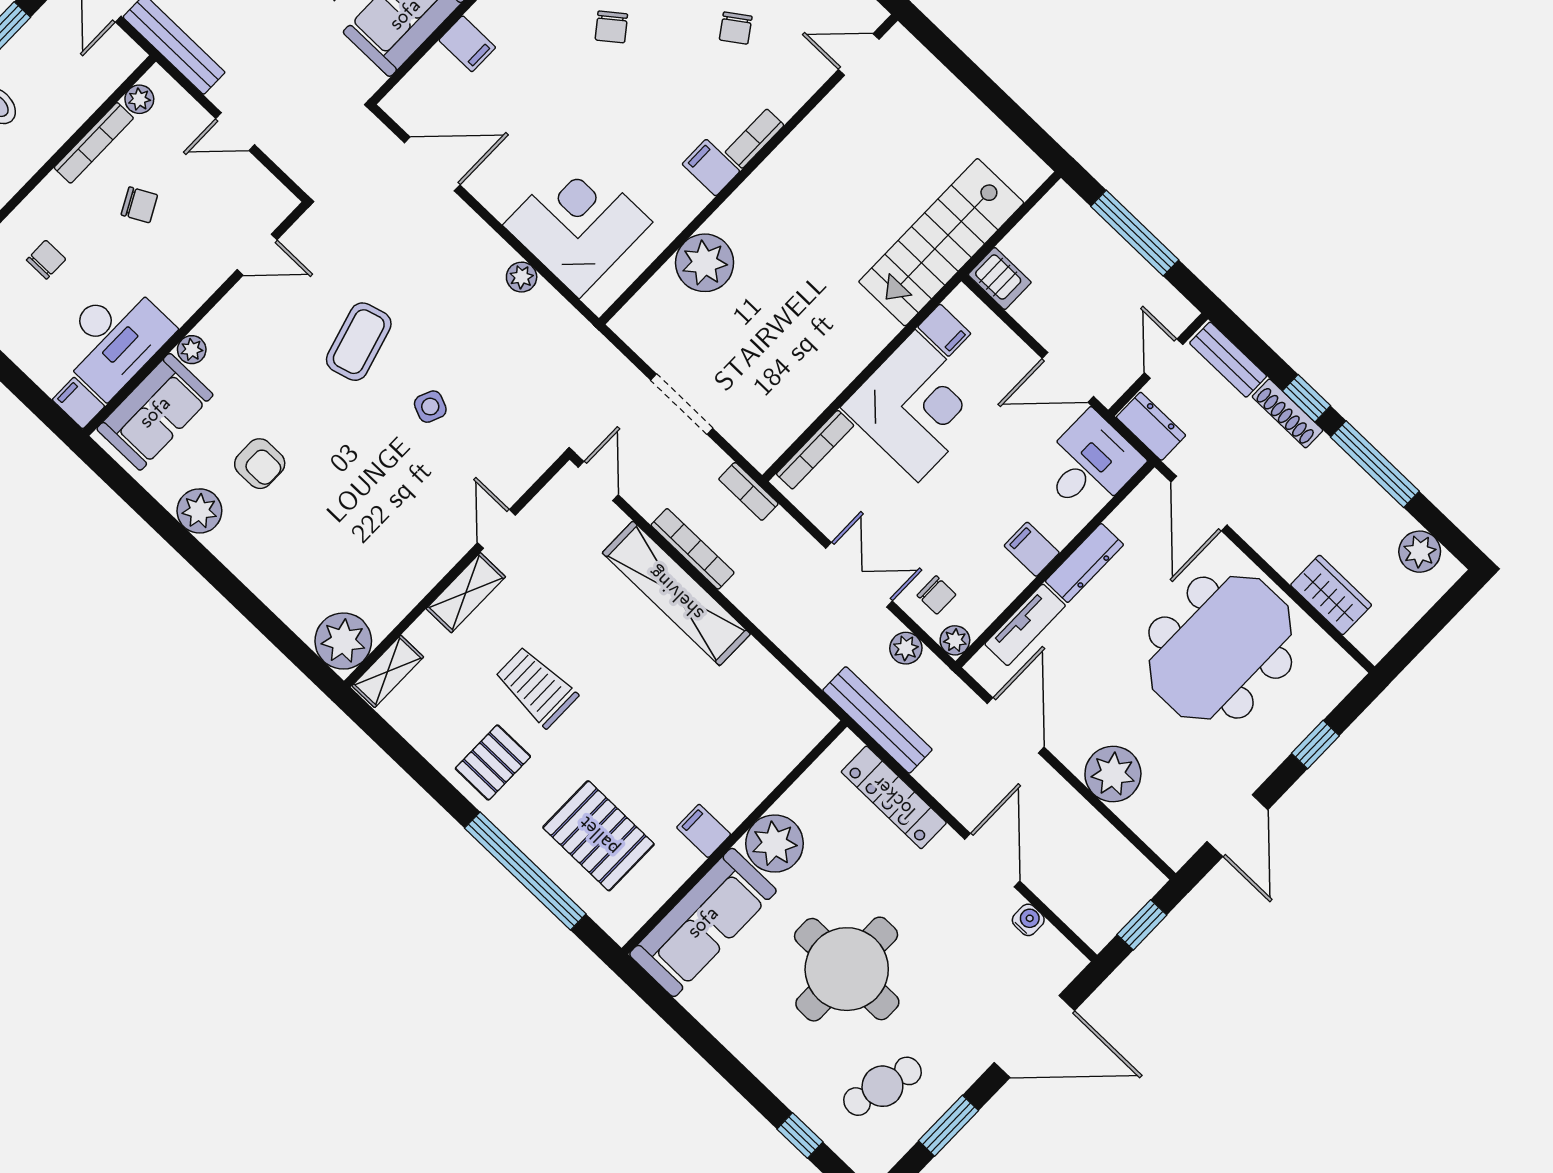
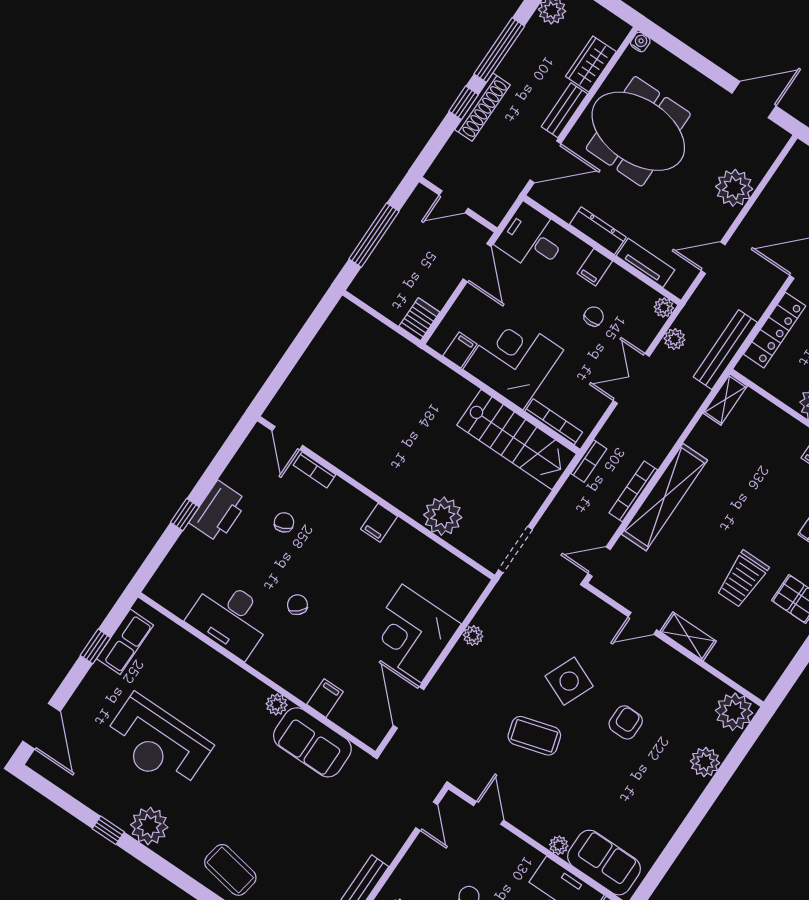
chair: (611, 27) -> (297, 605), turned -96
chair: (736, 28) -> (284, 522), turned -79
door: (235, 132) -> (427, 816), moved
bookcase: (755, 139) -> (314, 470), moved
corner desk: (578, 224) -> (412, 634), moved
stairs: (941, 242) -> (517, 440), moved
bench: (1228, 360) -> (564, 110), moved
doorway: (682, 404) -> (515, 550), moved
side table: (430, 407) -> (569, 681), width x1.87, depth x1.87
shoe rack: (1287, 413) -> (483, 107), width x1.36, depth x1.24
dresser: (1151, 426) -> (500, 202), removed
armchair: (260, 464) -> (626, 722), moved
plant: (199, 511) -> (705, 762), moved
chair: (936, 595) -> (594, 316), moved
shelving: (388, 671) -> (725, 400), moved, turned 90
water cooler: (1351, 673) -> (640, 42), added
door: (1016, 725) -> (713, 258), width x0.73
window: (1315, 745) -> (692, 57), removed

